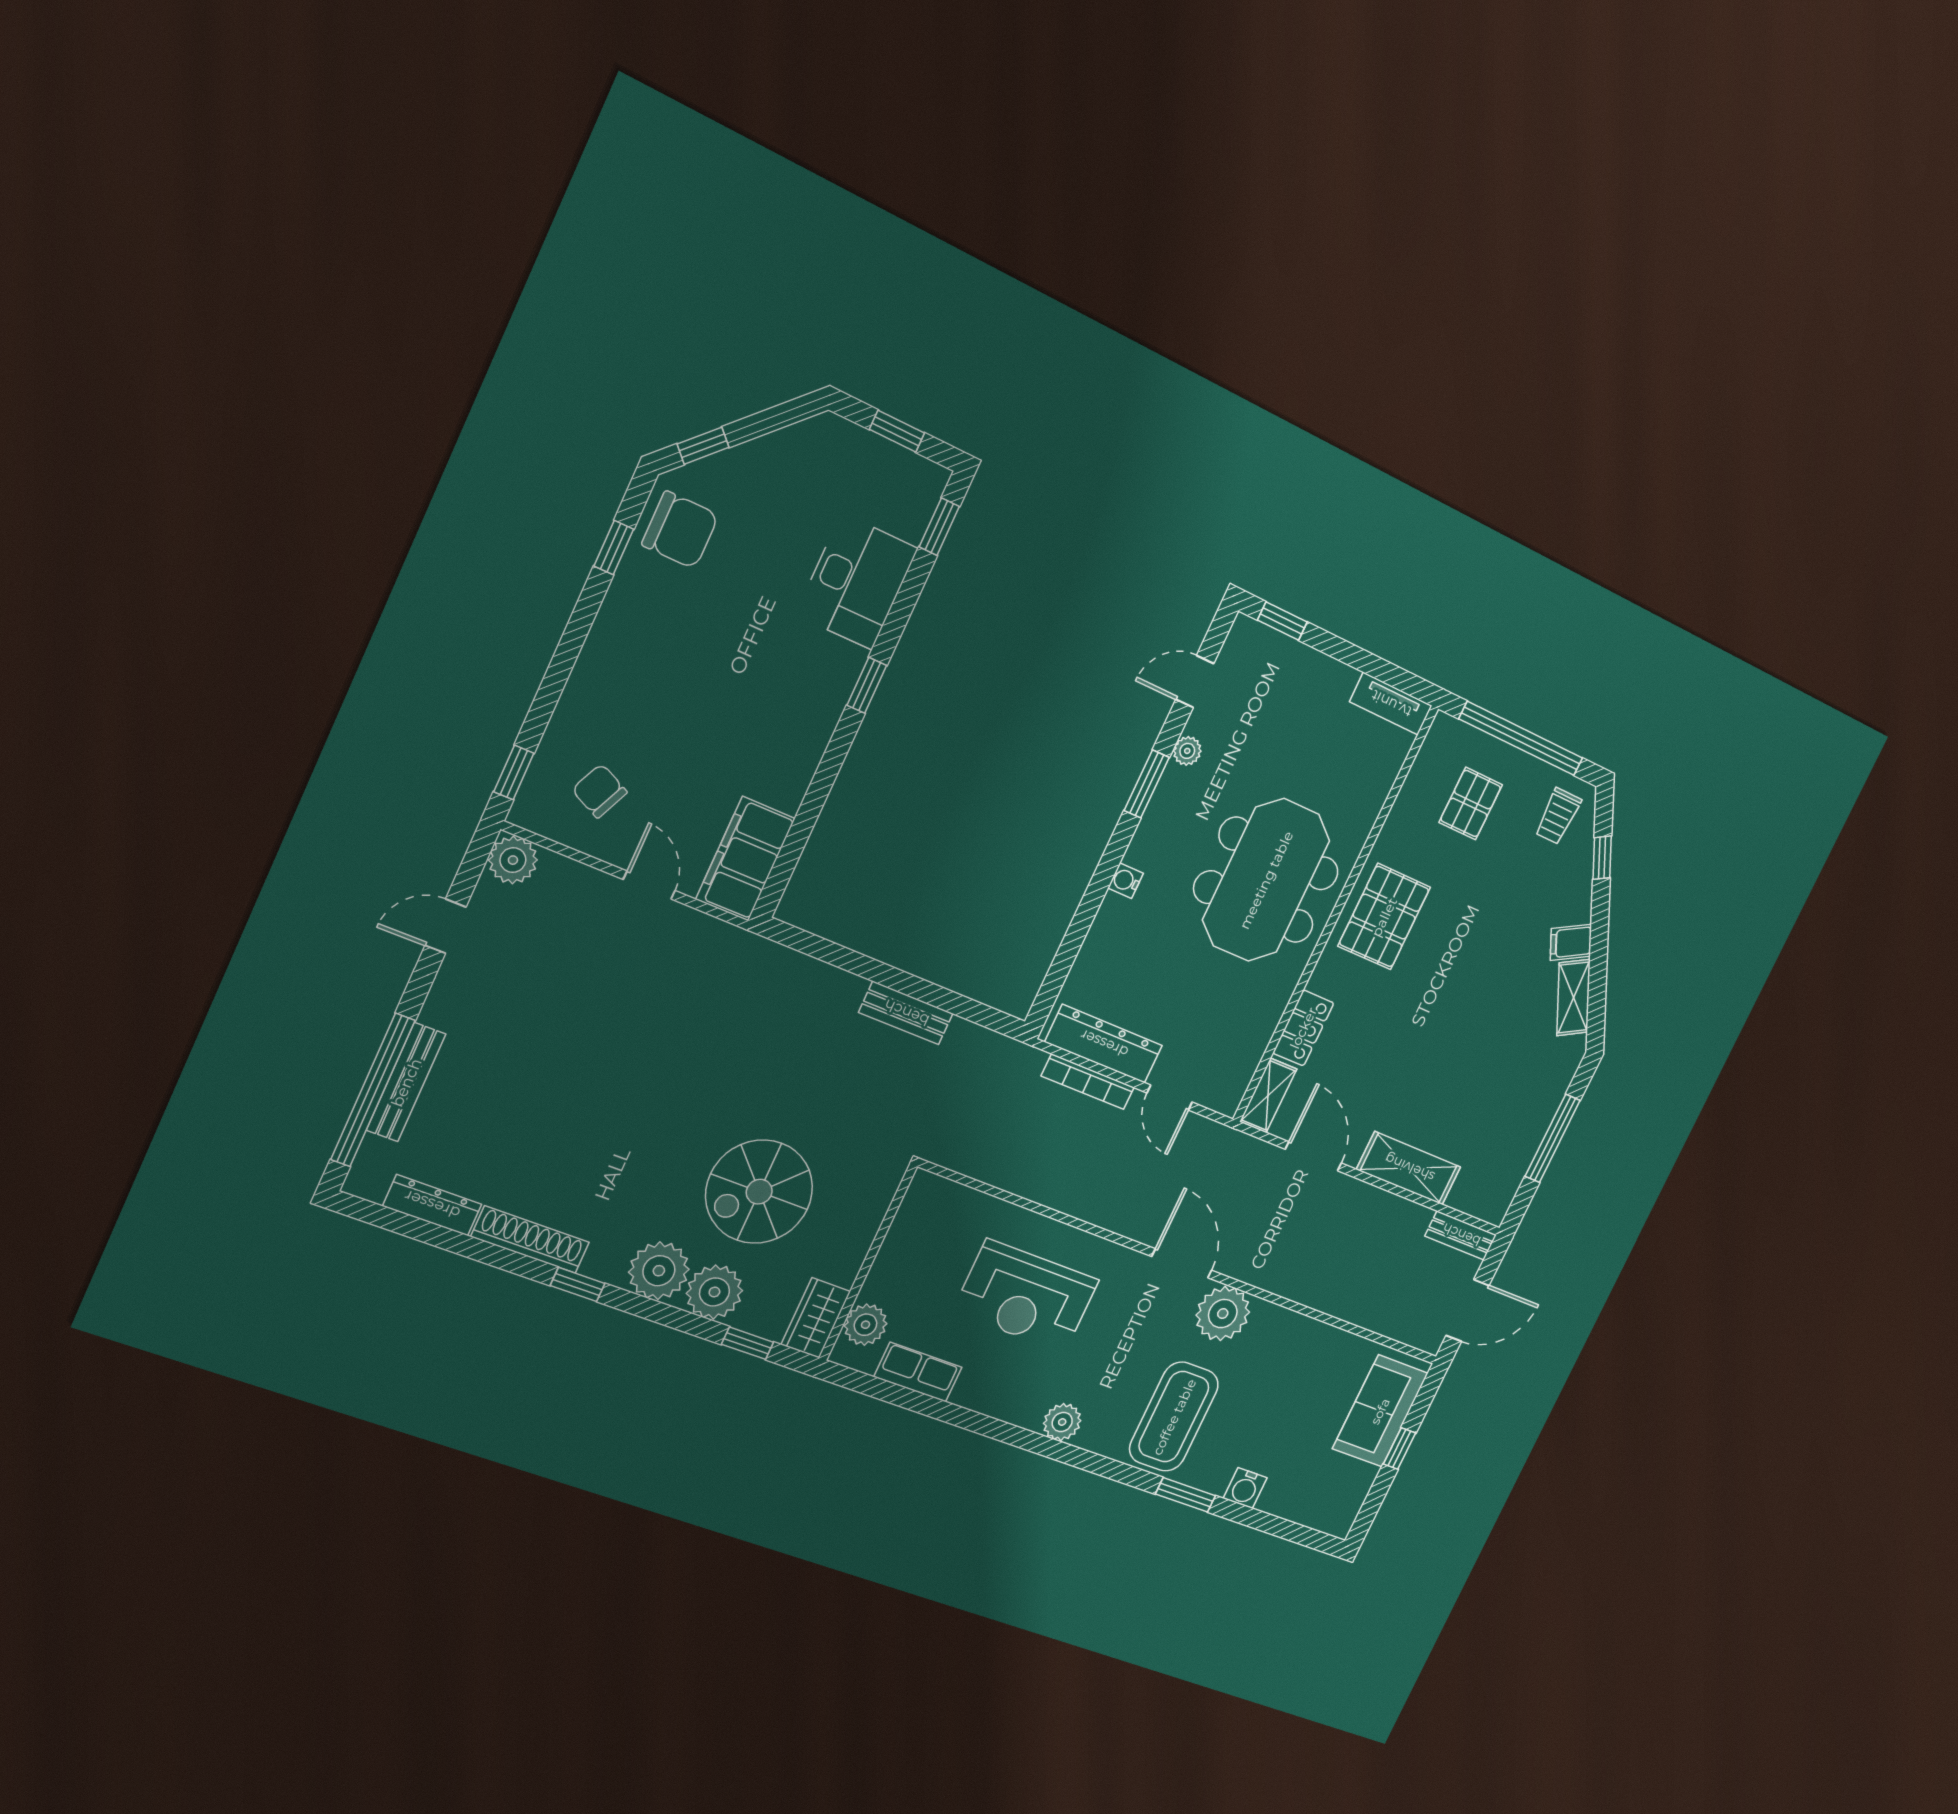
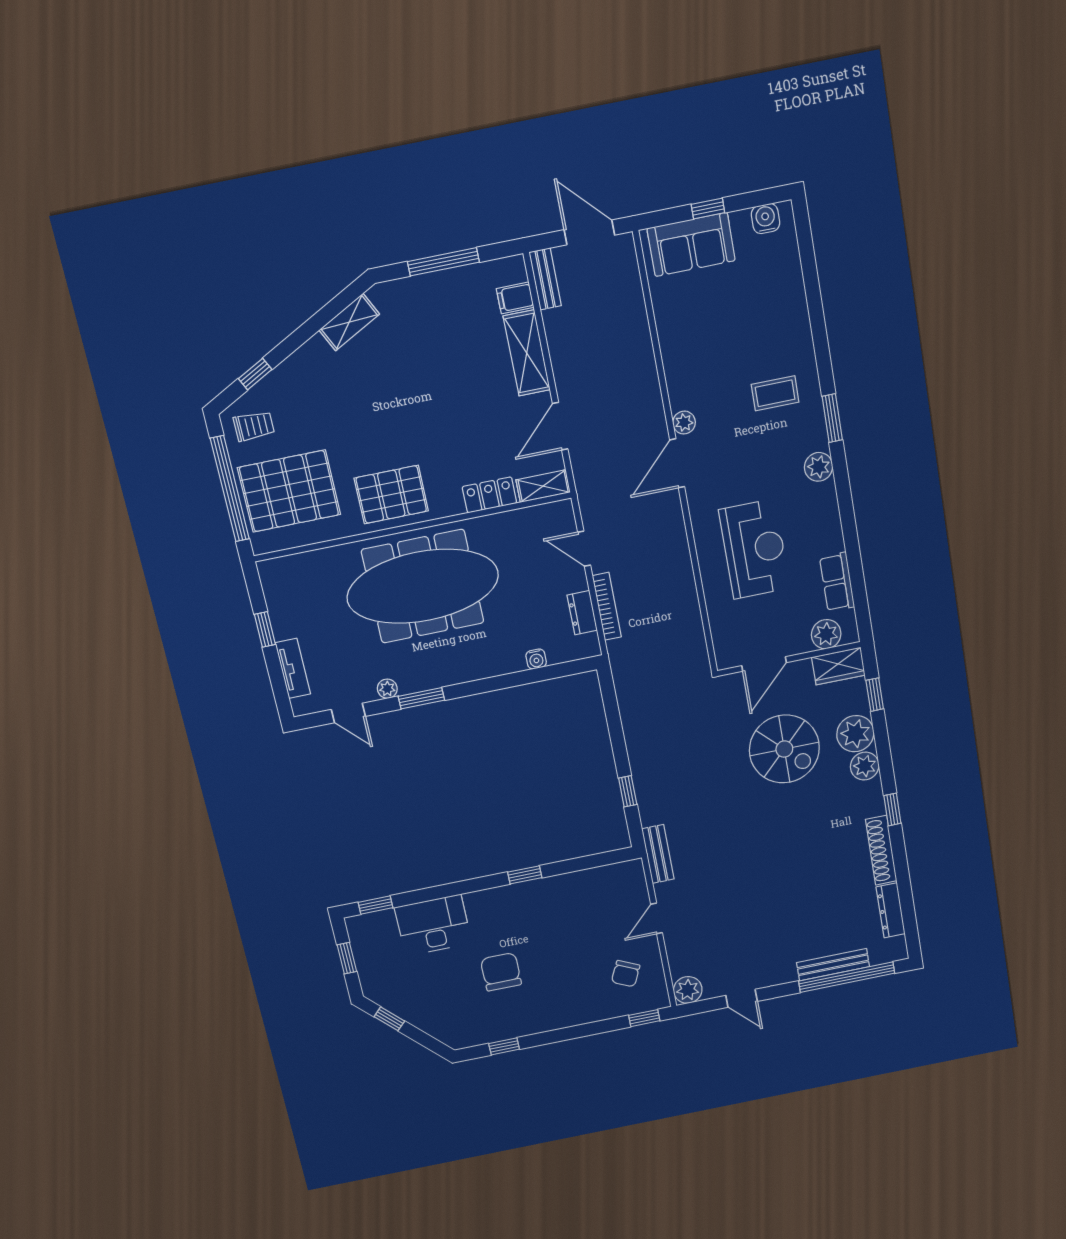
window: (703, 446) -> (389, 1019), moved
chair: (680, 530) -> (501, 972), moved
window: (1282, 621) -> (265, 629), moved
window: (867, 685) -> (525, 875), moved
tv unit: (1391, 704) -> (293, 668), moved
pallet: (1471, 804) -> (289, 491), width x2.05, depth x2.00
filing cabinet: (745, 859) -> (611, 881), removed
meeting table: (1266, 880) -> (423, 586), width x1.36
water cooler: (1126, 881) -> (536, 659), moved
filing cabinet: (1571, 942) -> (515, 298), moved, turned 117
window: (849, 960) -> (628, 791), added
bench: (906, 1013) -> (658, 854), moved
dresser: (1104, 1044) -> (582, 613), width x0.51, depth x0.80
door: (1170, 1098) -> (584, 549), swing flipped
door: (884, 1229) -> (764, 664), added
plant: (659, 1271) -> (865, 766), width x0.73, depth x0.73
plant: (1223, 1314) -> (684, 423), width x0.53, depth x0.53
coffee table: (1174, 1417) -> (775, 393), width x0.54, depth x0.58
water cooler: (1245, 1488) -> (765, 219), moved, turned -90
window: (1185, 1495) -> (832, 418), moved

